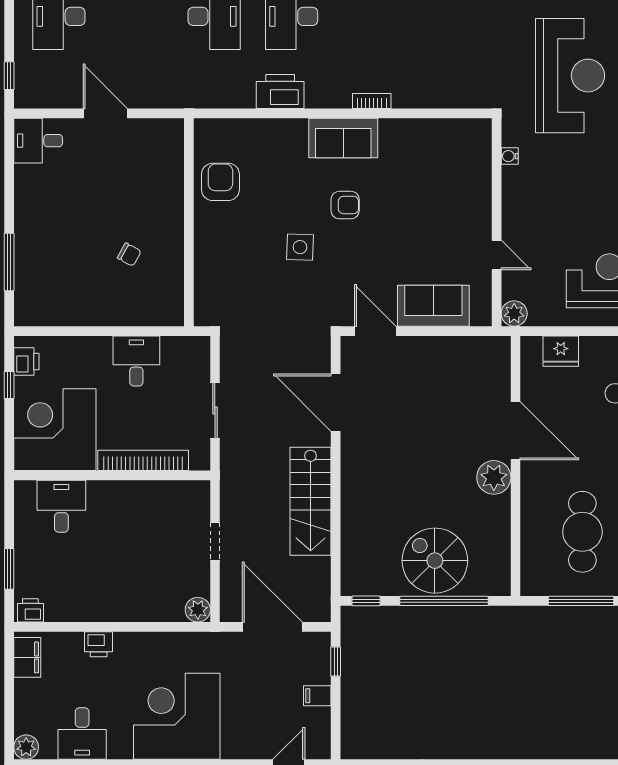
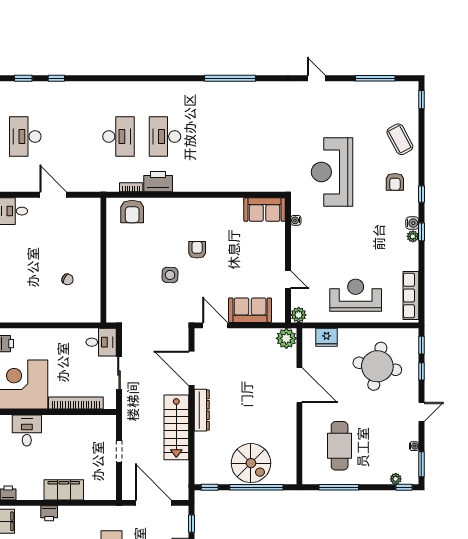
reception desk: (570, 76) -> (332, 172), turned 180
bookcase: (372, 101) -> (131, 187), moved
sofa: (343, 138) -> (264, 209), moved
armchair: (220, 182) -> (132, 211), moved, turned 180
armchair: (345, 205) -> (197, 250), turned -90
desk: (136, 361) -> (101, 342), moved, turned 90
dresser: (353, 472) -> (202, 410), added
plant: (494, 477) -> (286, 338), moved
spiral stairs: (435, 561) -> (251, 463), turned 180
filing cabinet: (123, 605) -> (64, 490), added
plant: (198, 610) -> (109, 493), removed

